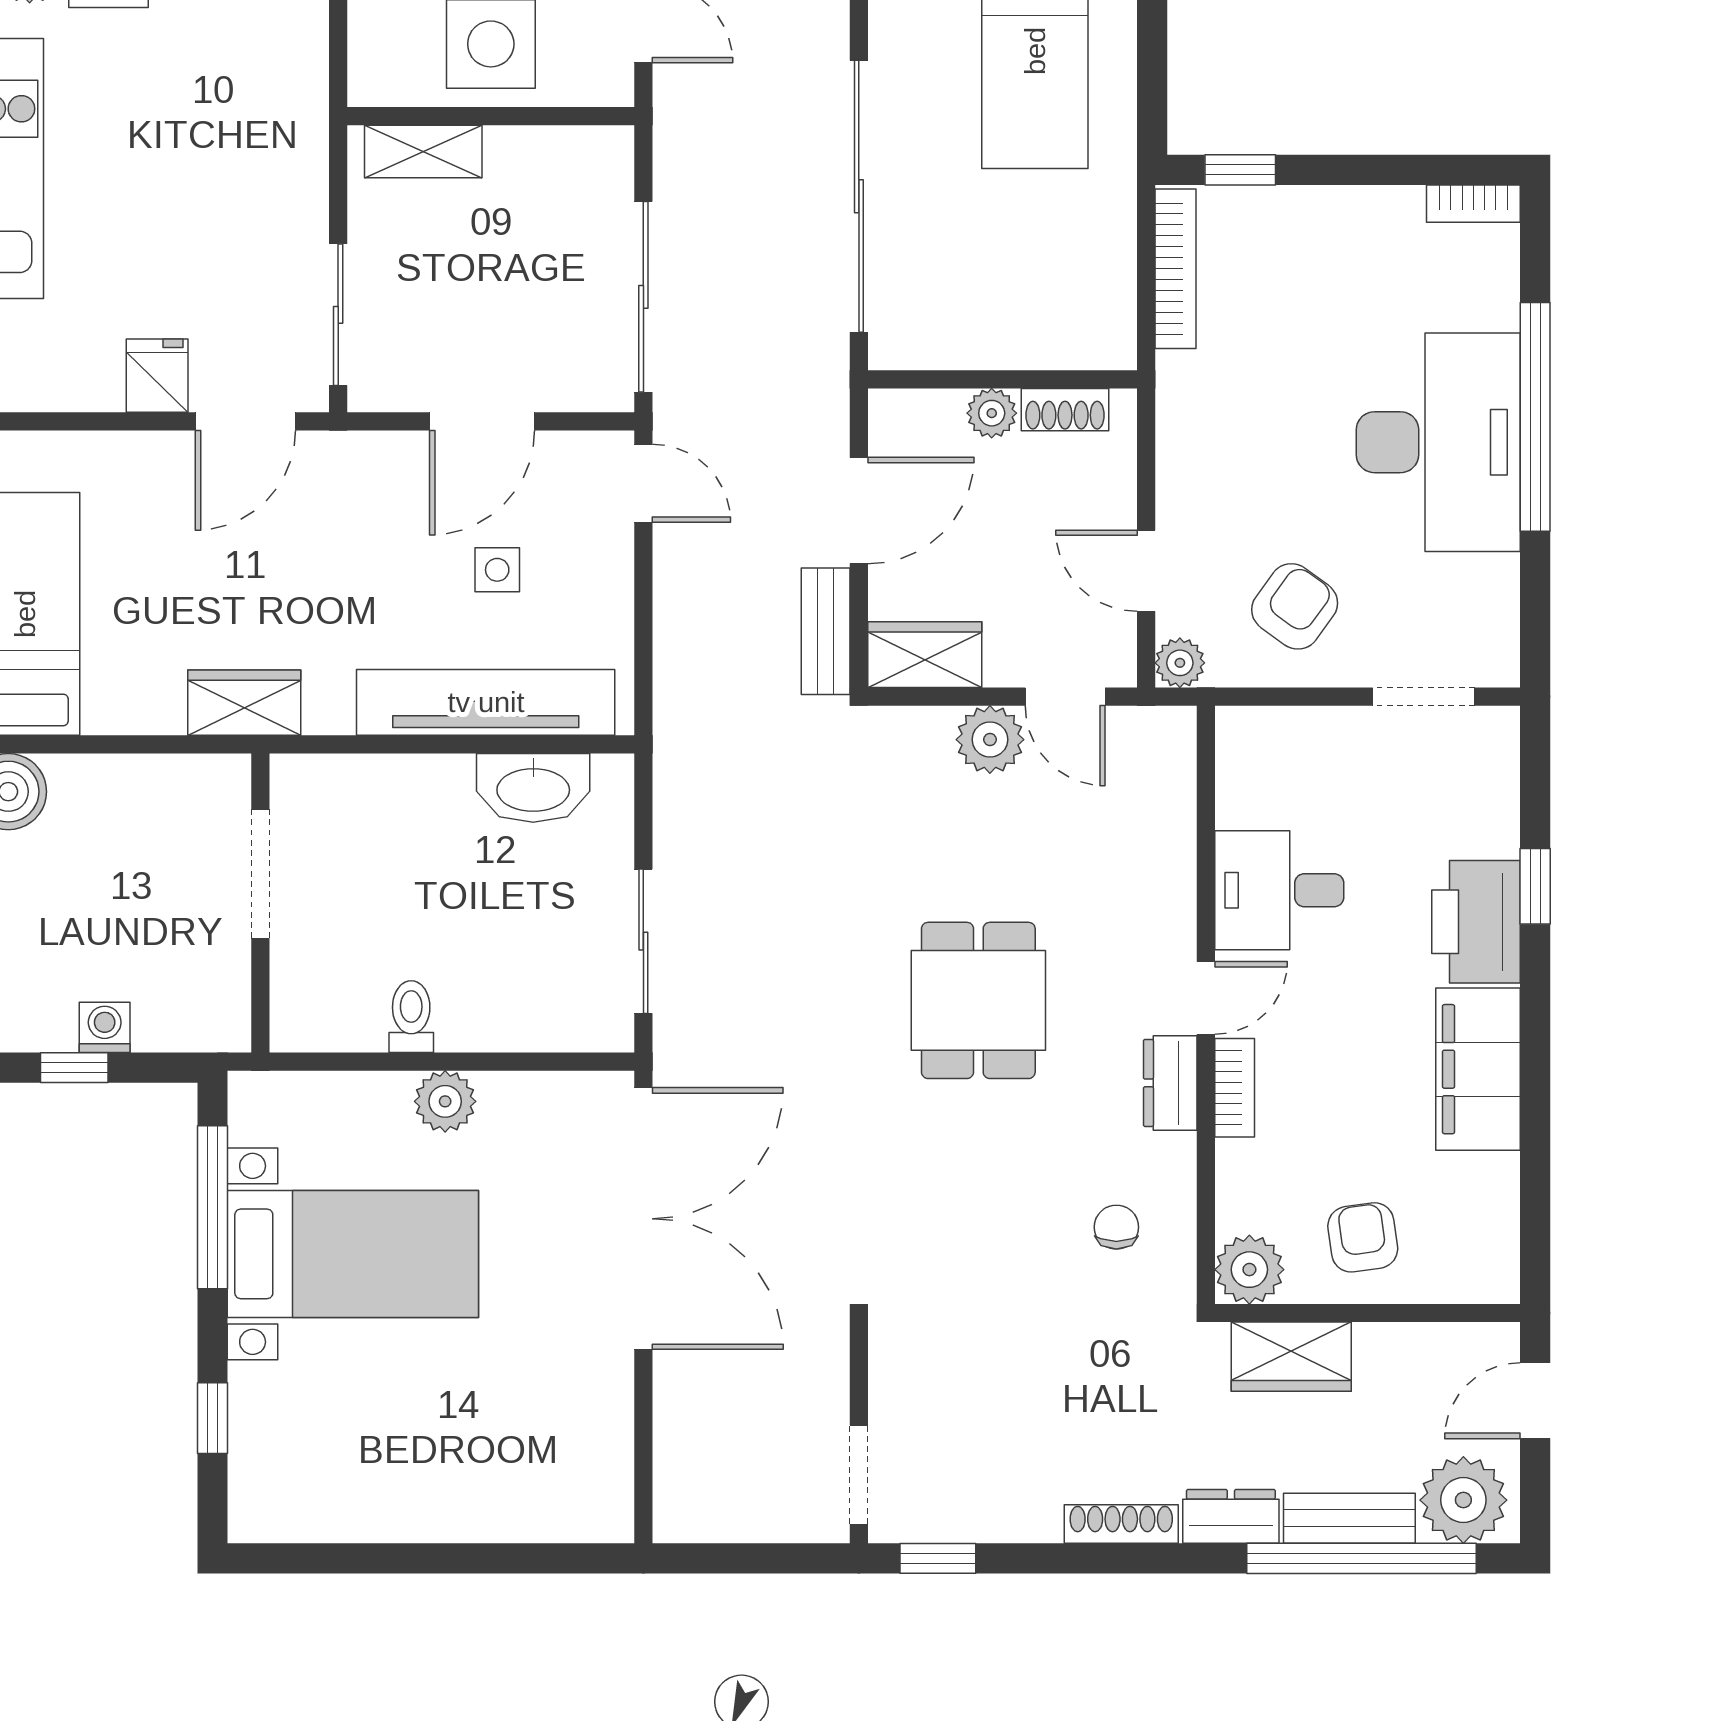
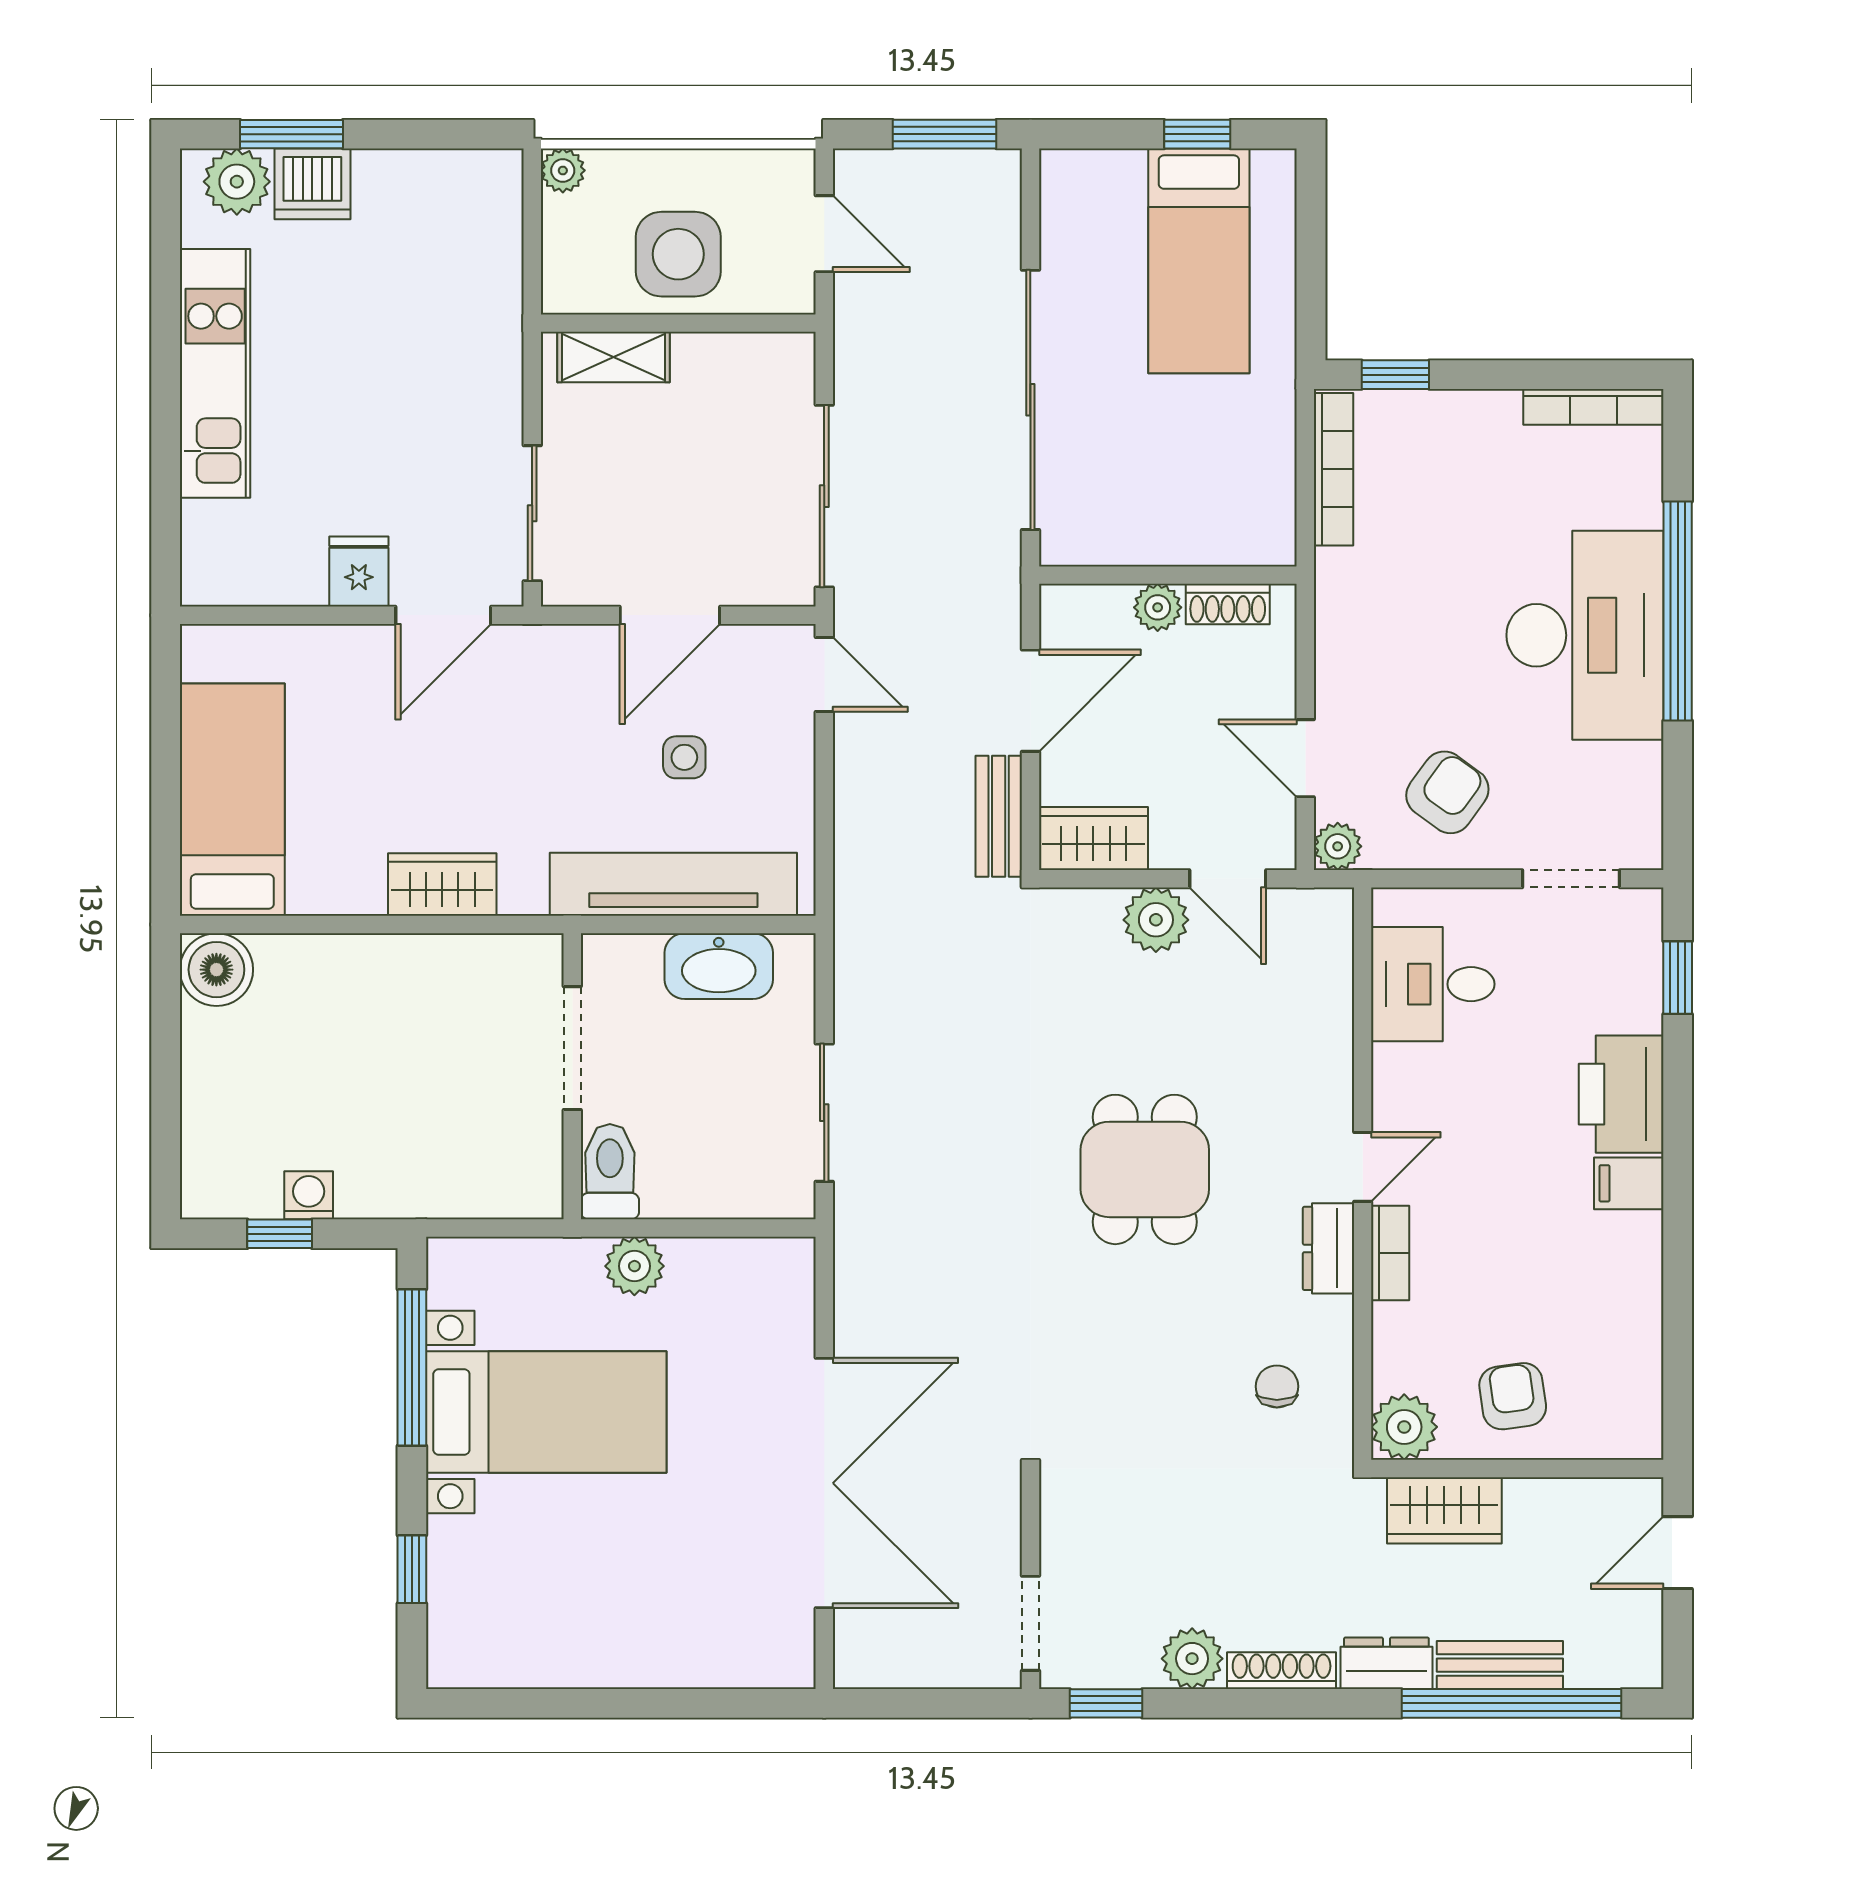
bookcase: (1473, 204) -> (1593, 407), width x1.56
doorway: (260, 874) -> (572, 1048), moved
window: (1535, 886) -> (1678, 978), moved
desk: (1279, 890) -> (1433, 984), moved
wall: (260, 903) -> (572, 1076), moved
toilet: (411, 1017) -> (610, 1172), width x1.37, depth x1.39
filing cabinet: (1478, 1069) -> (1629, 1183), width x0.33, depth x0.86
double door: (643, 1219) -> (824, 1483), moved
plant: (1463, 1500) -> (1192, 1659), moved, width x0.73, depth x0.73

